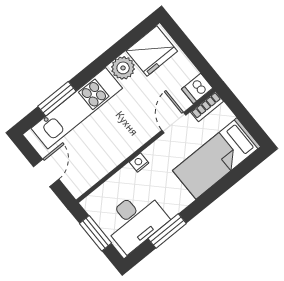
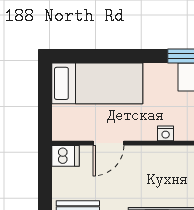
bookcase: (207, 107) -> (70, 134), removed

